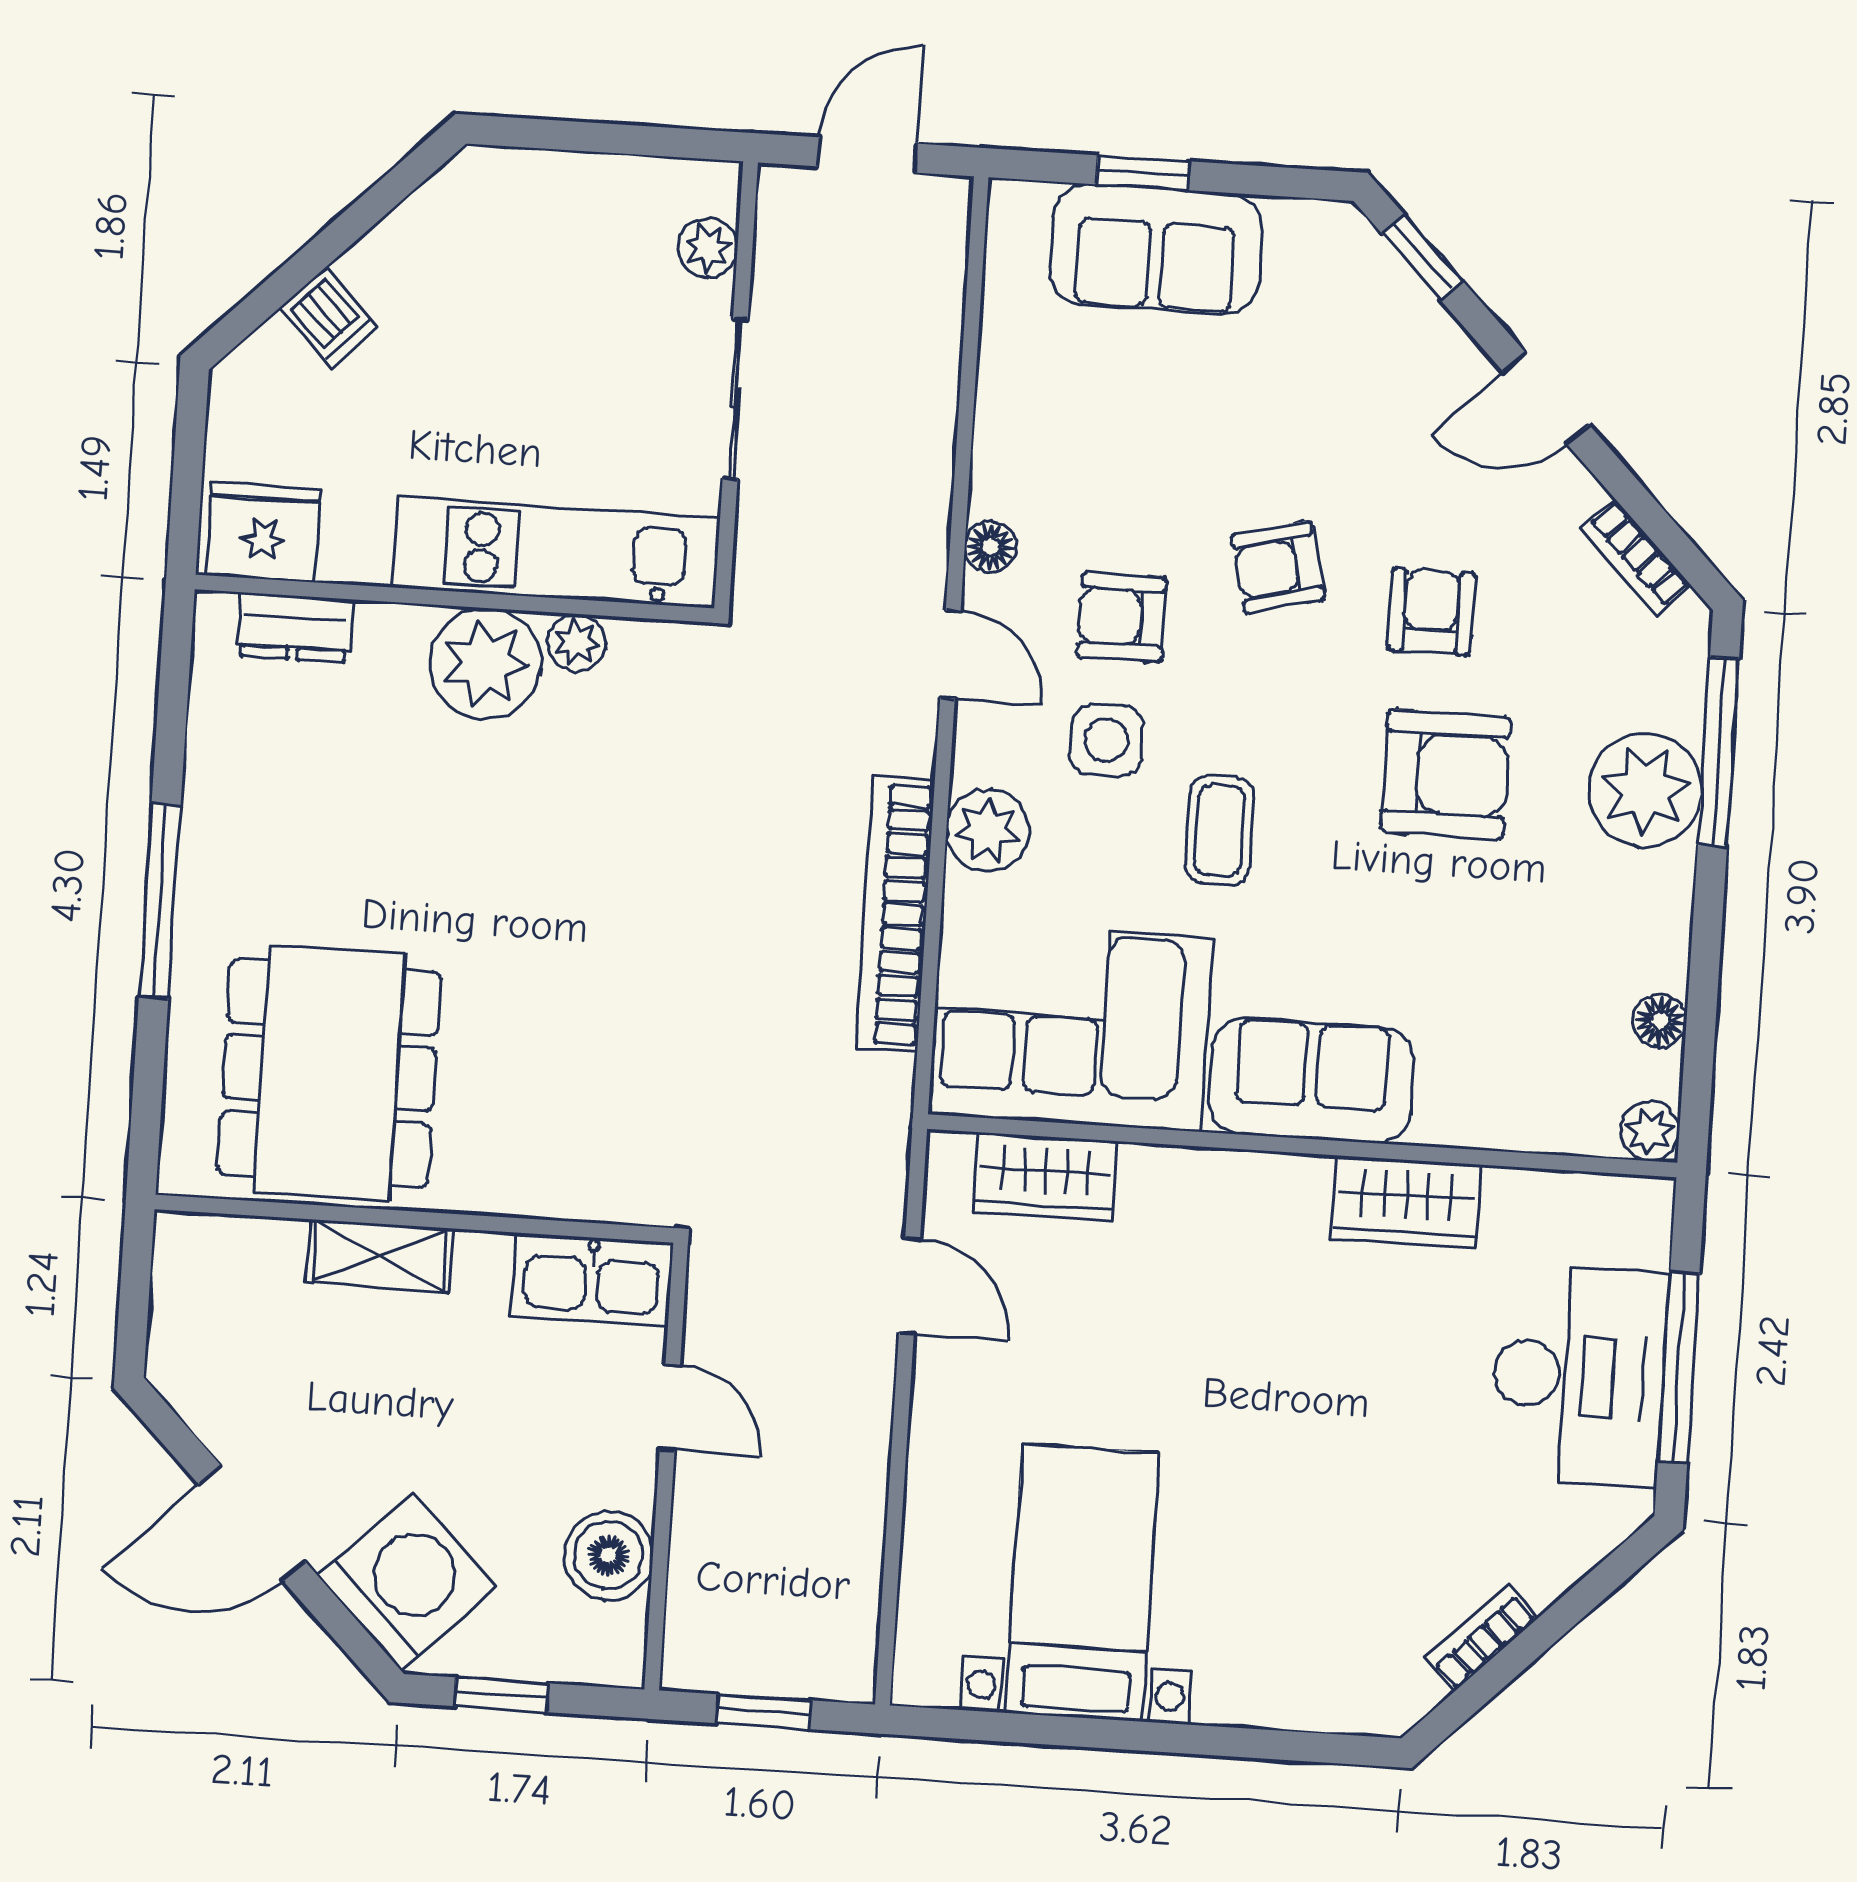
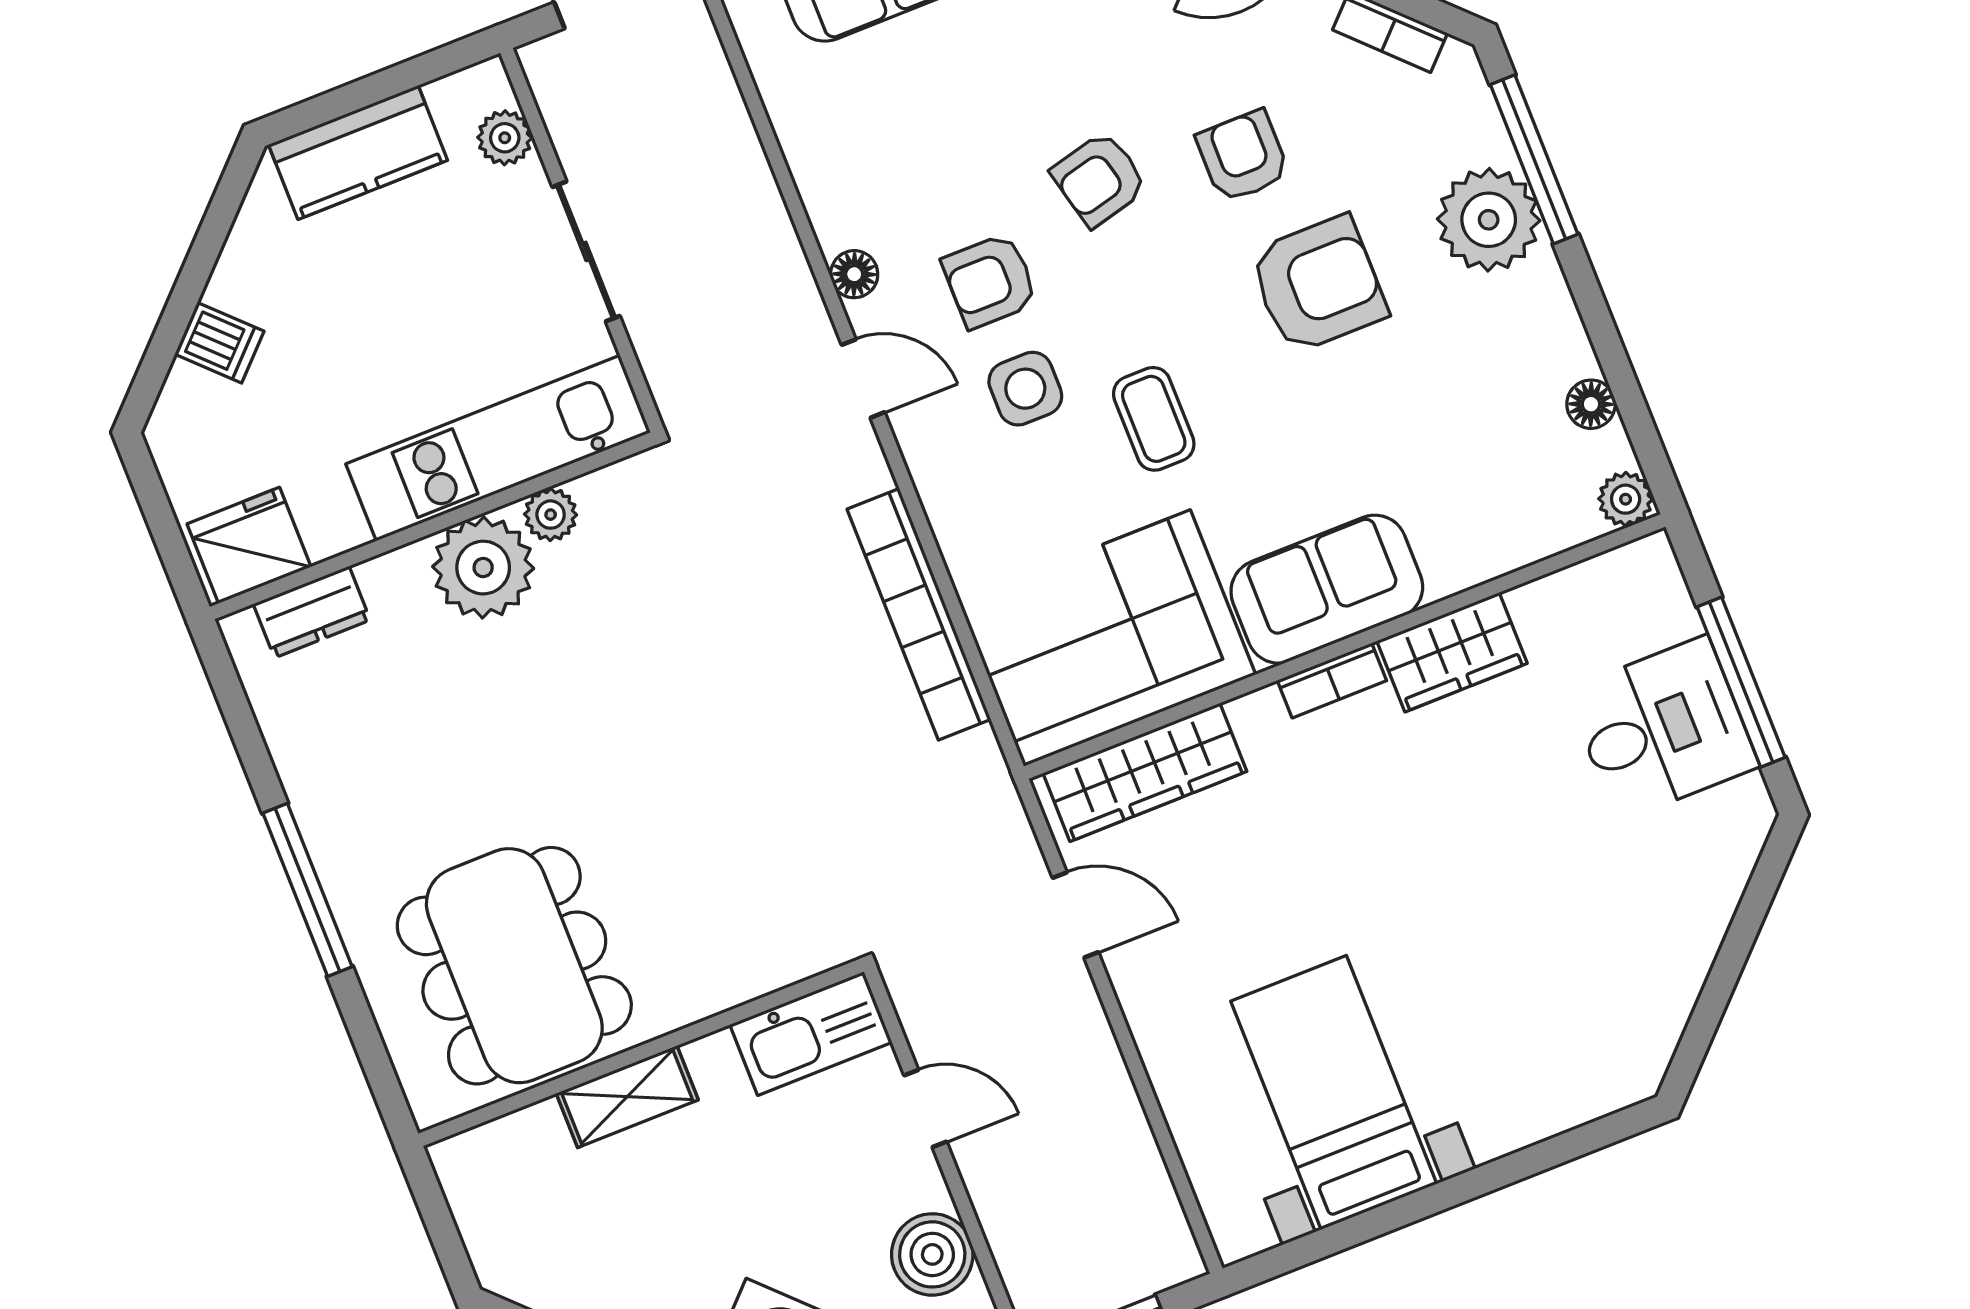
kitchen counter: (555, 194) -> (358, 152), added
plant: (987, 831) -> (962, 509), removed
wardrobe: (1045, 1177) -> (1145, 772), width x1.50
desk: (1579, 1376) -> (1662, 729), width x0.73
bookcase: (1482, 1638) -> (1332, 681), moved, turned -135

